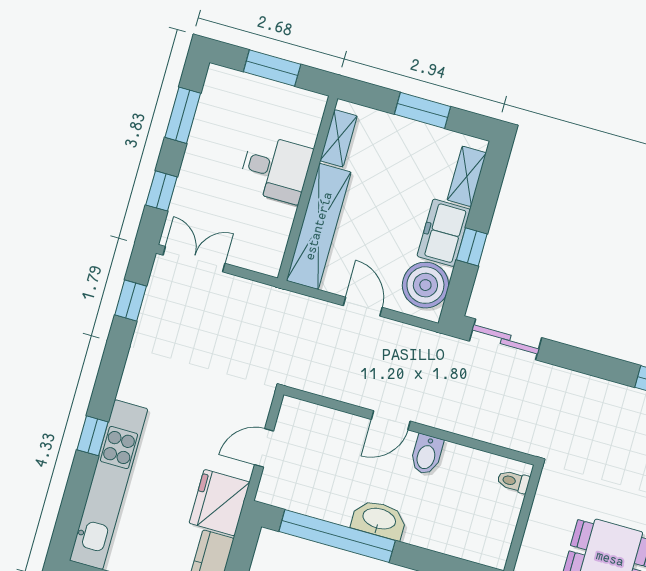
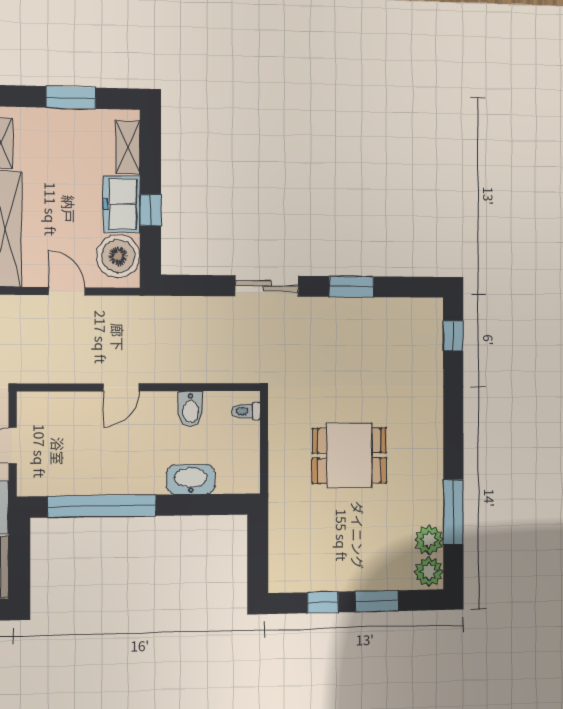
sliding door: (506, 339) -> (267, 286), moved
bidet: (427, 455) -> (190, 409), moved
washbasin: (379, 520) -> (191, 480), moved

